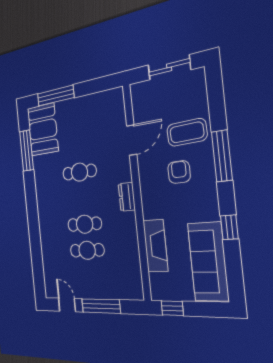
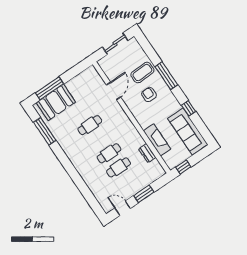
booth: (43, 130) -> (56, 102), moved, turned 90
dresser: (127, 197) -> (147, 153), moved
window: (101, 306) -> (144, 194), width x0.69

